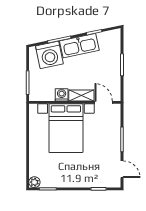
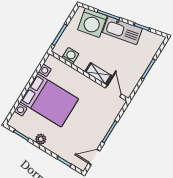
washing machine: (62, 95) -> (70, 56), moved
bed with nightstands: (66, 128) -> (49, 100), moved, turned -90
door: (122, 169) -> (94, 157), swing flipped
plant: (34, 182) -> (41, 139), moved

